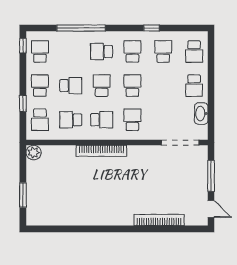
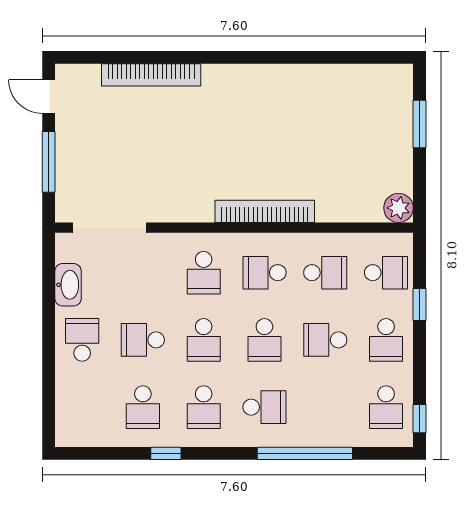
school desk: (194, 52) -> (143, 340), moved, turned -90
school desk: (40, 120) -> (386, 273), turned 90

